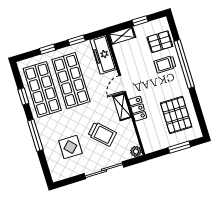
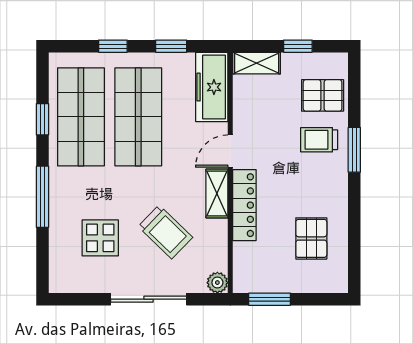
window: (184, 64) -> (354, 150), width x0.47
locker: (138, 109) -> (244, 205), width x1.53
pallet: (176, 115) -> (311, 238), width x0.67, depth x0.71
window: (179, 147) -> (270, 299), moved

